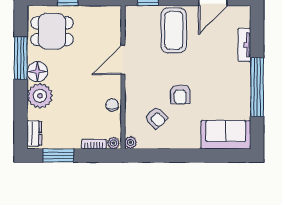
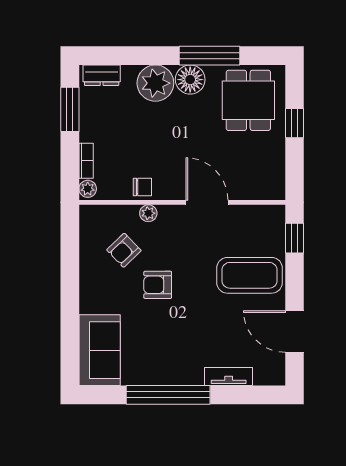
plant: (131, 142) -> (148, 213), moved

